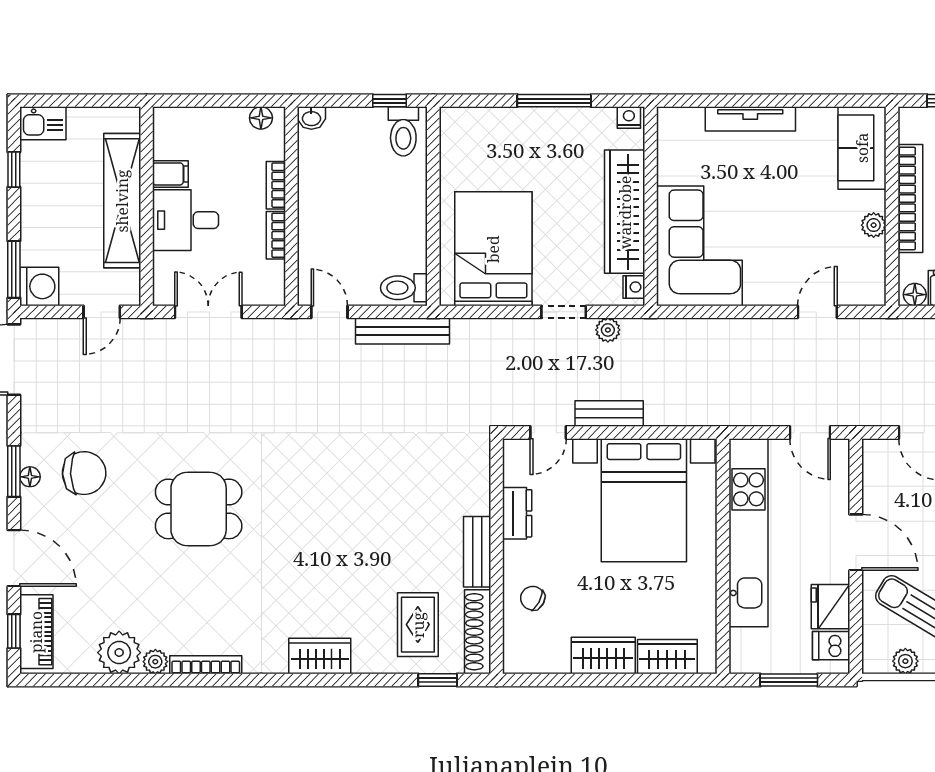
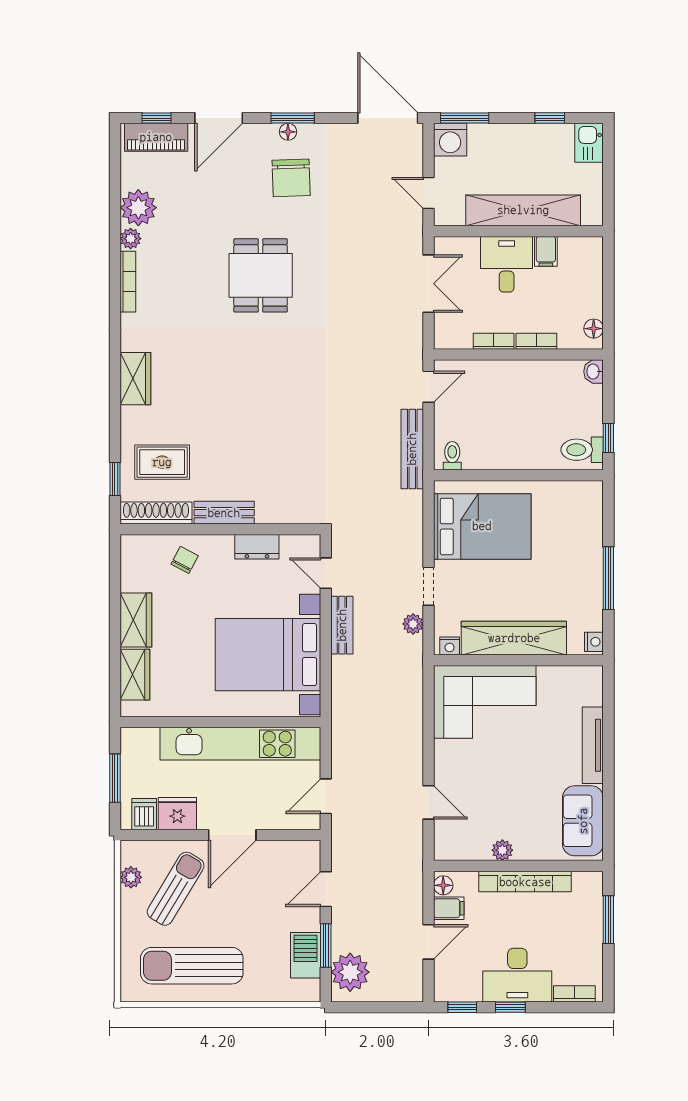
sofa: (862, 148) -> (583, 821), moved, turned -90
toilet: (404, 288) -> (452, 456), width x0.73, depth x0.72

